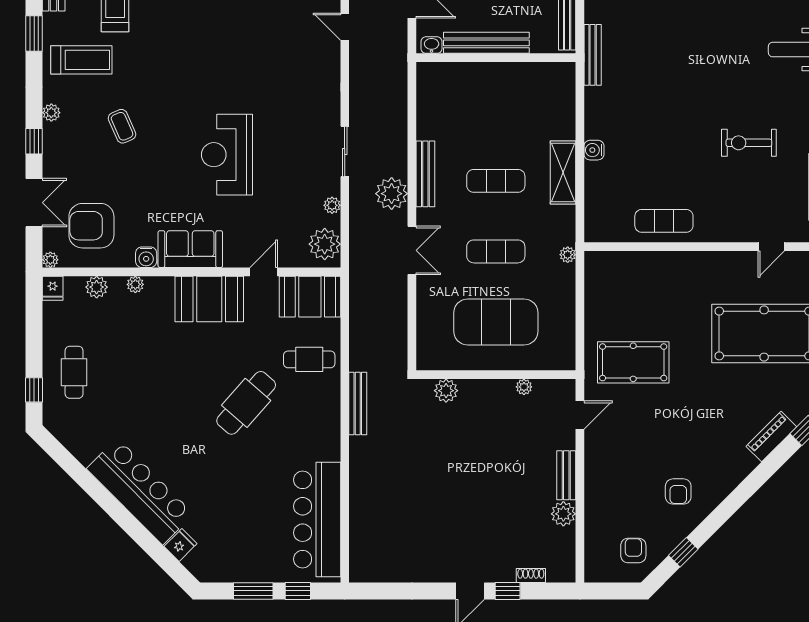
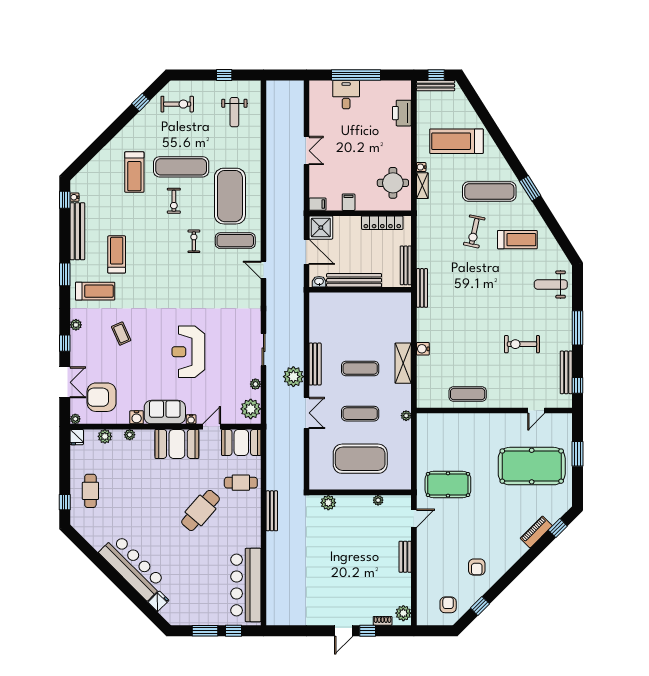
water cooler: (231, 260) -> (191, 419), added
plant: (563, 514) -> (403, 613), moved

